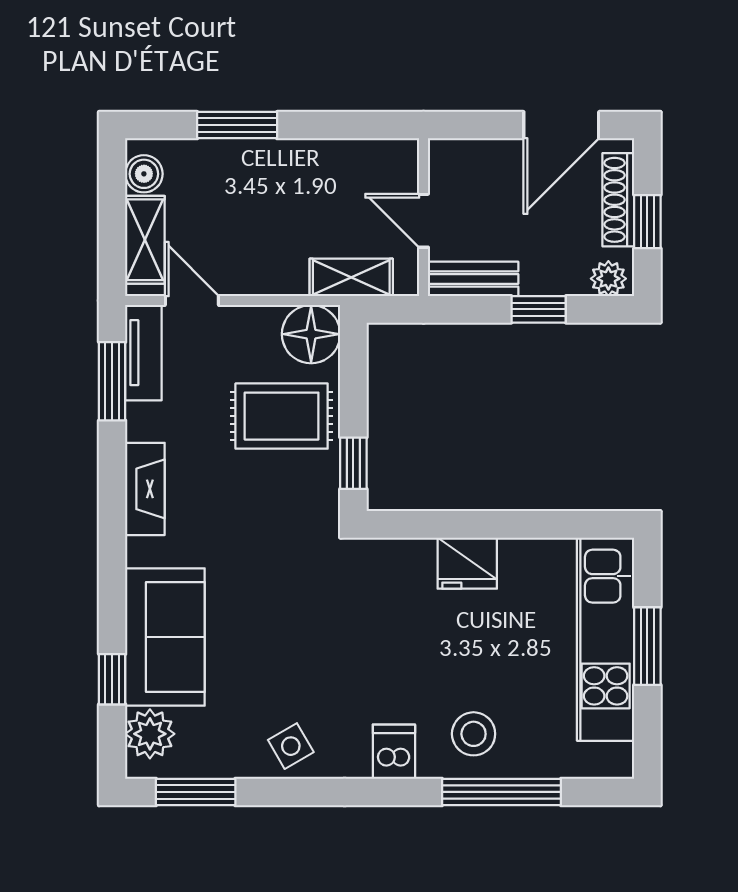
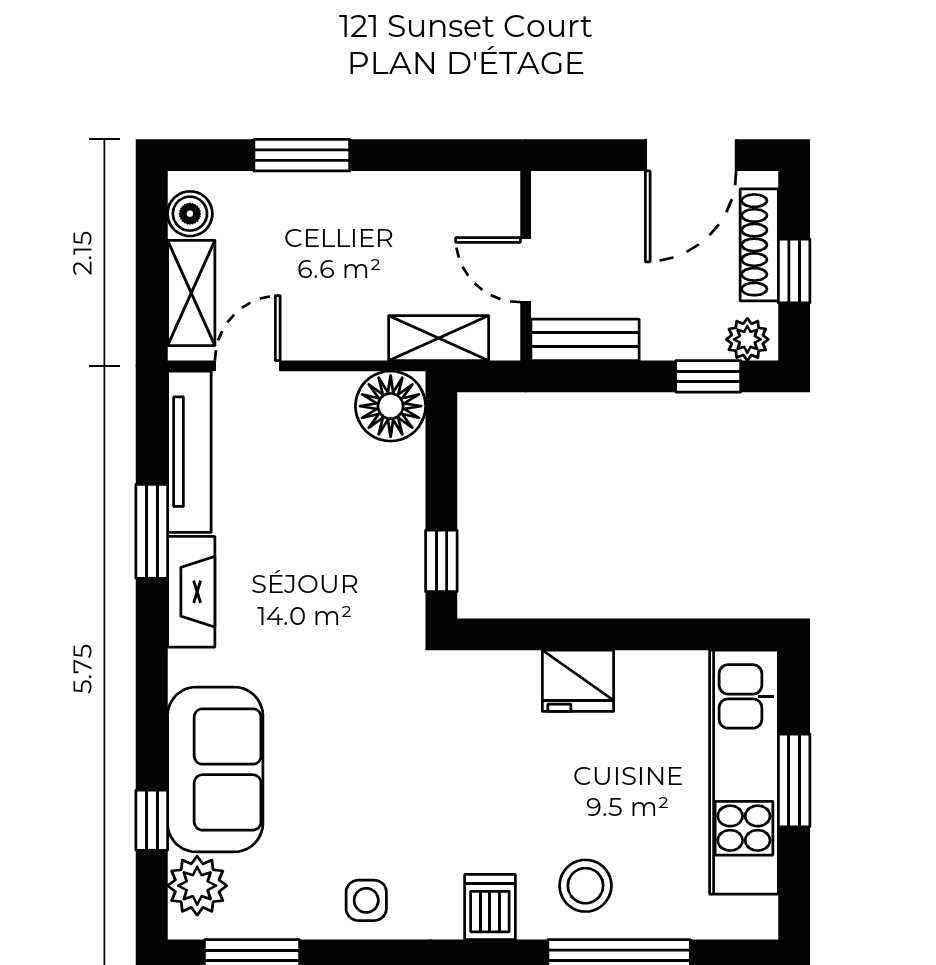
door: (192, 301) -> (247, 366), hinge flipped
window: (539, 309) -> (708, 376), moved
tv unit: (143, 353) -> (189, 452), width x1.41
window: (112, 381) -> (152, 531), moved
rug: (282, 416) -> (355, 504), removed
side table: (291, 746) -> (366, 900), turned 30

